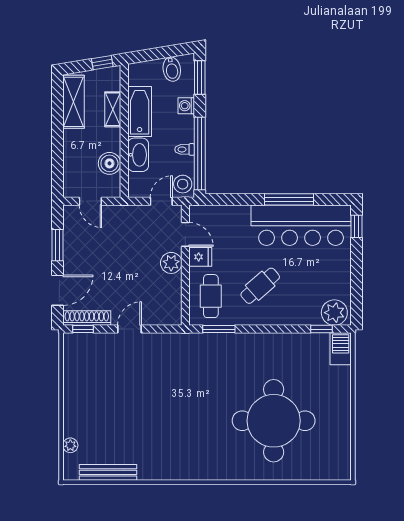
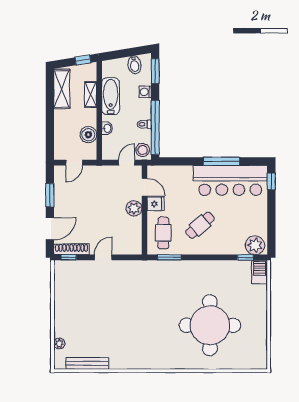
washbasin: (138, 155) -> (107, 128), width x0.52, depth x0.69
door: (90, 201) -> (74, 163), hinge flipped

